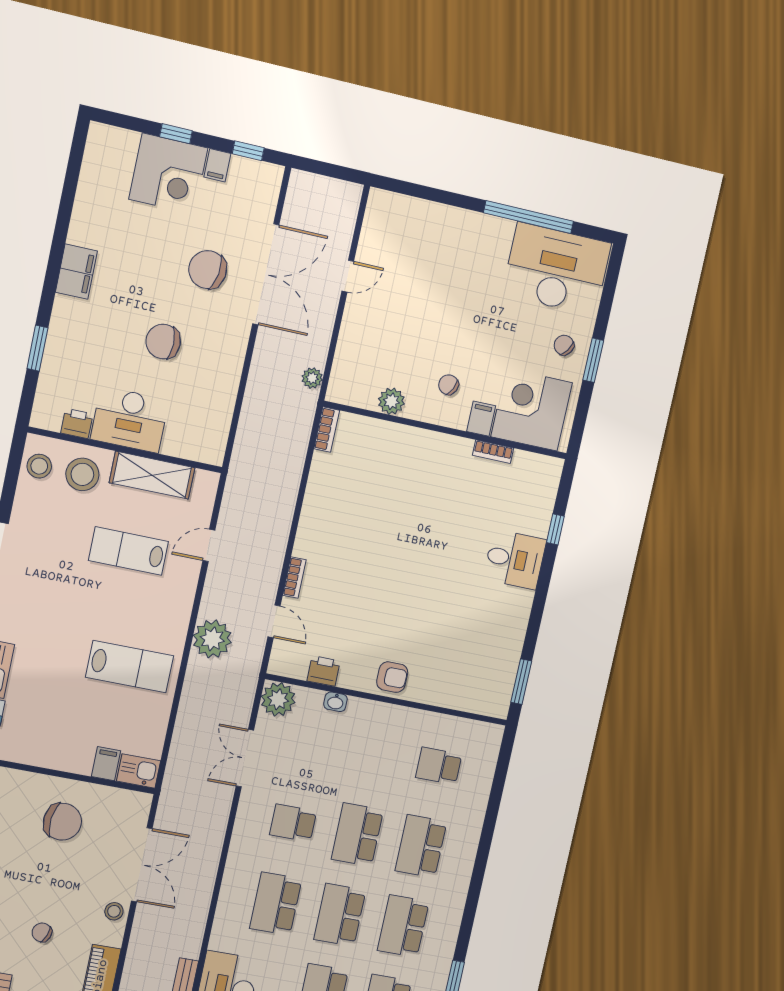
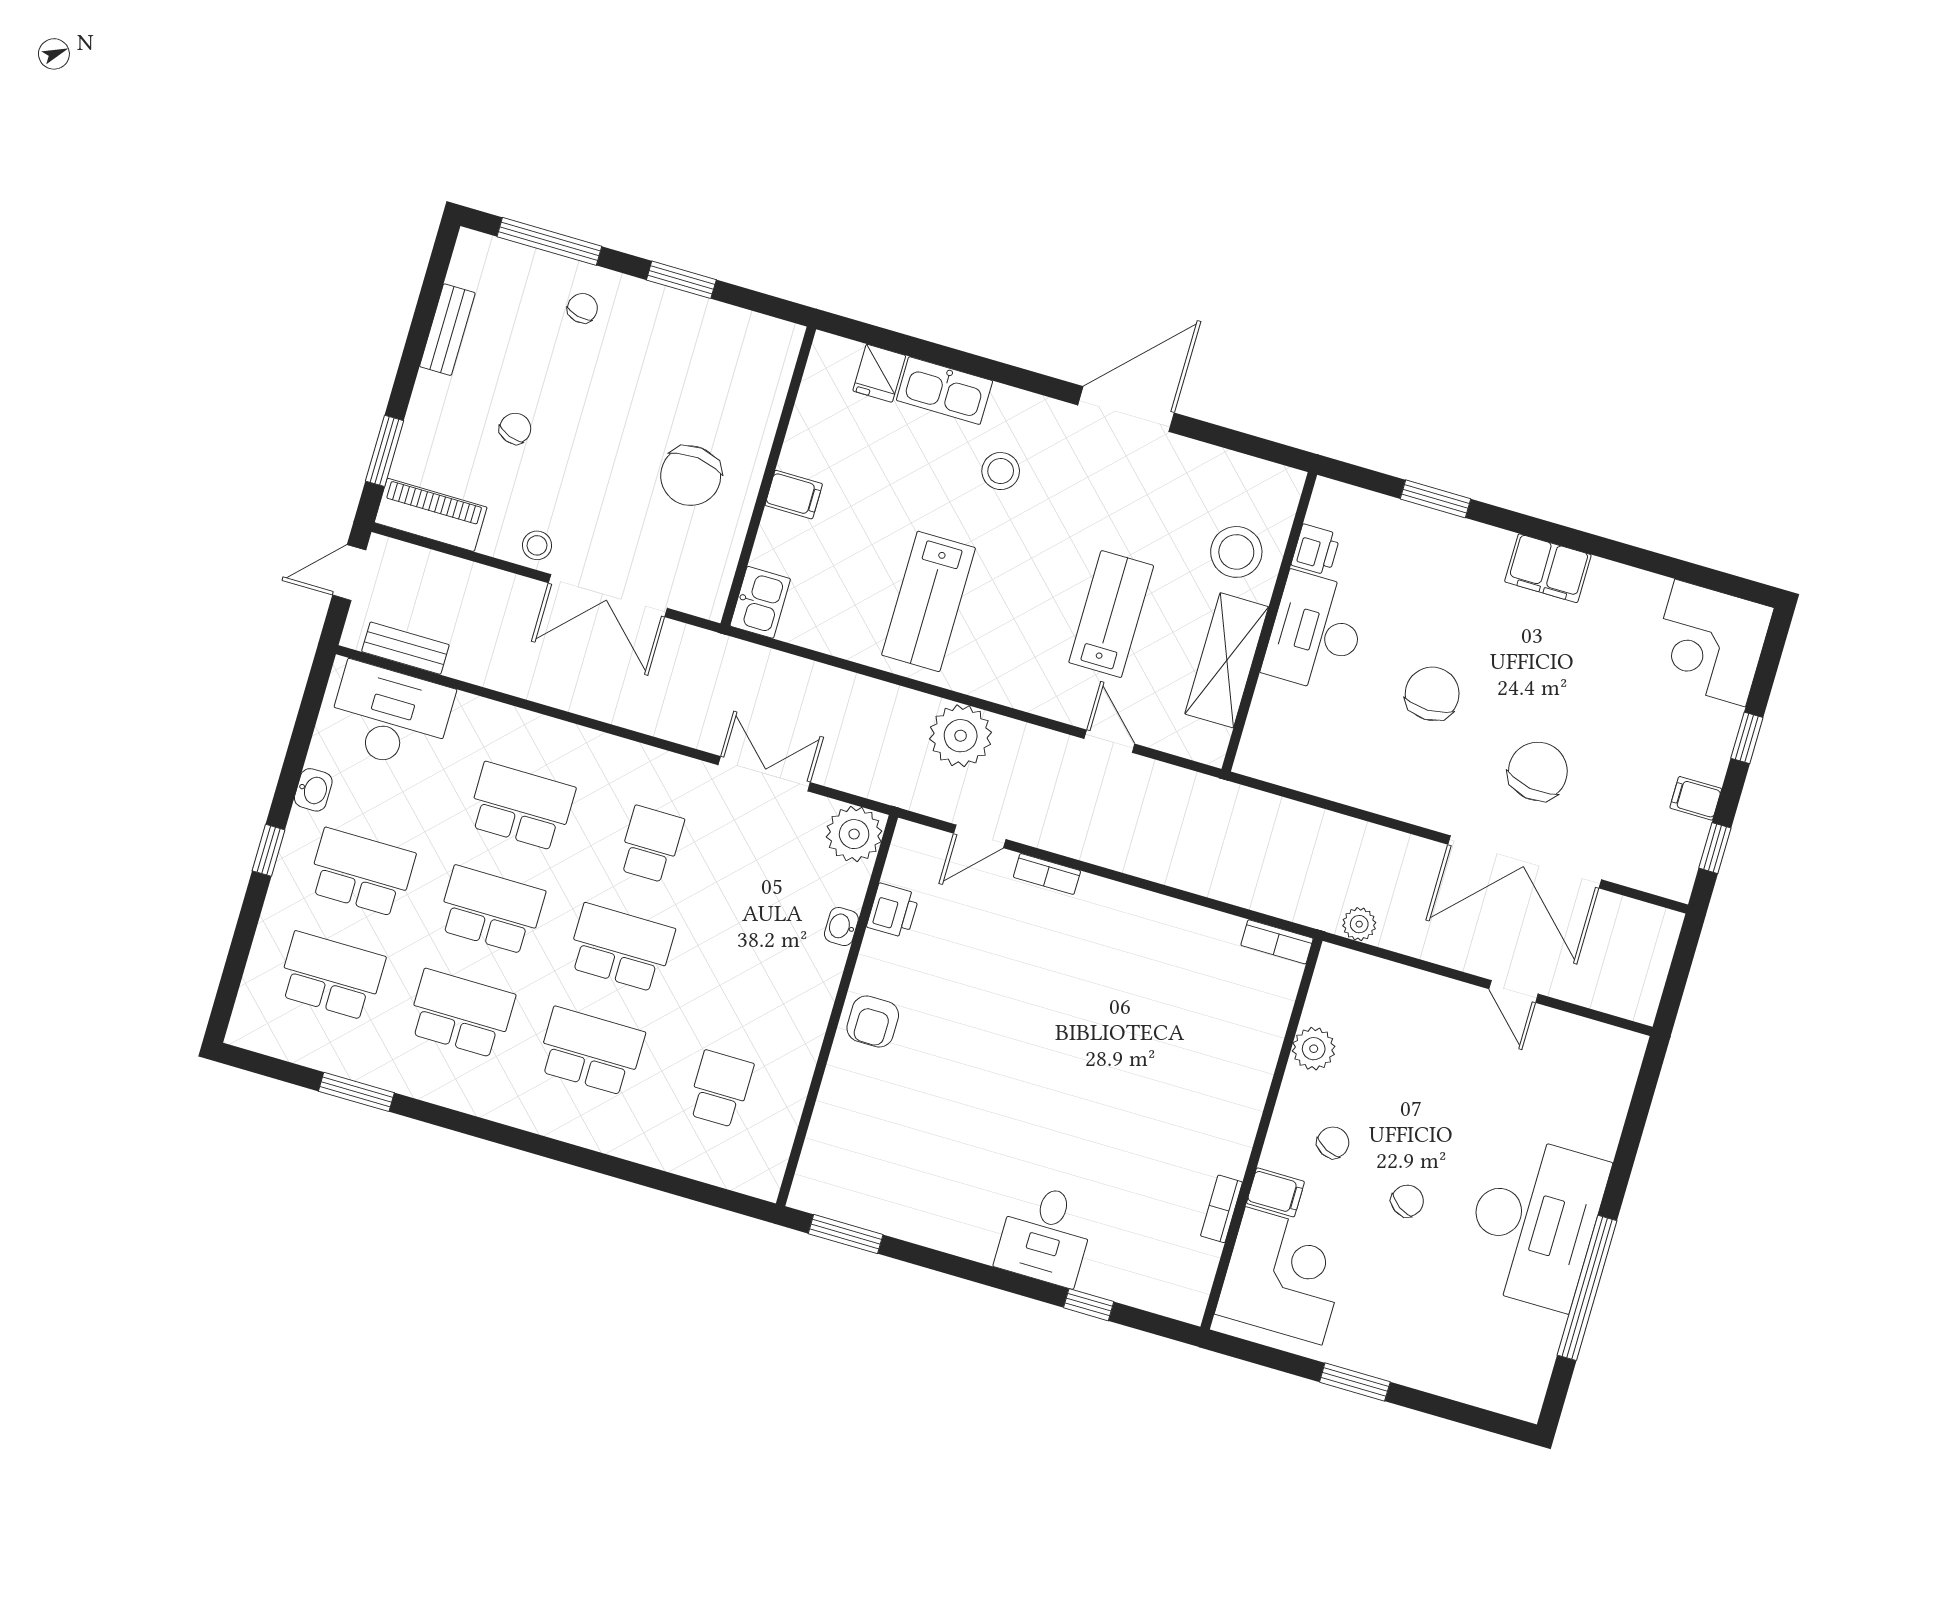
corner desk: (168, 174) -> (1710, 643), moved
desk: (557, 269) -> (1534, 1222), moved
chair: (564, 345) -> (1407, 1201), moved
stool: (39, 466) -> (1001, 471), moved
filing cabinet: (106, 764) -> (794, 495), moved

